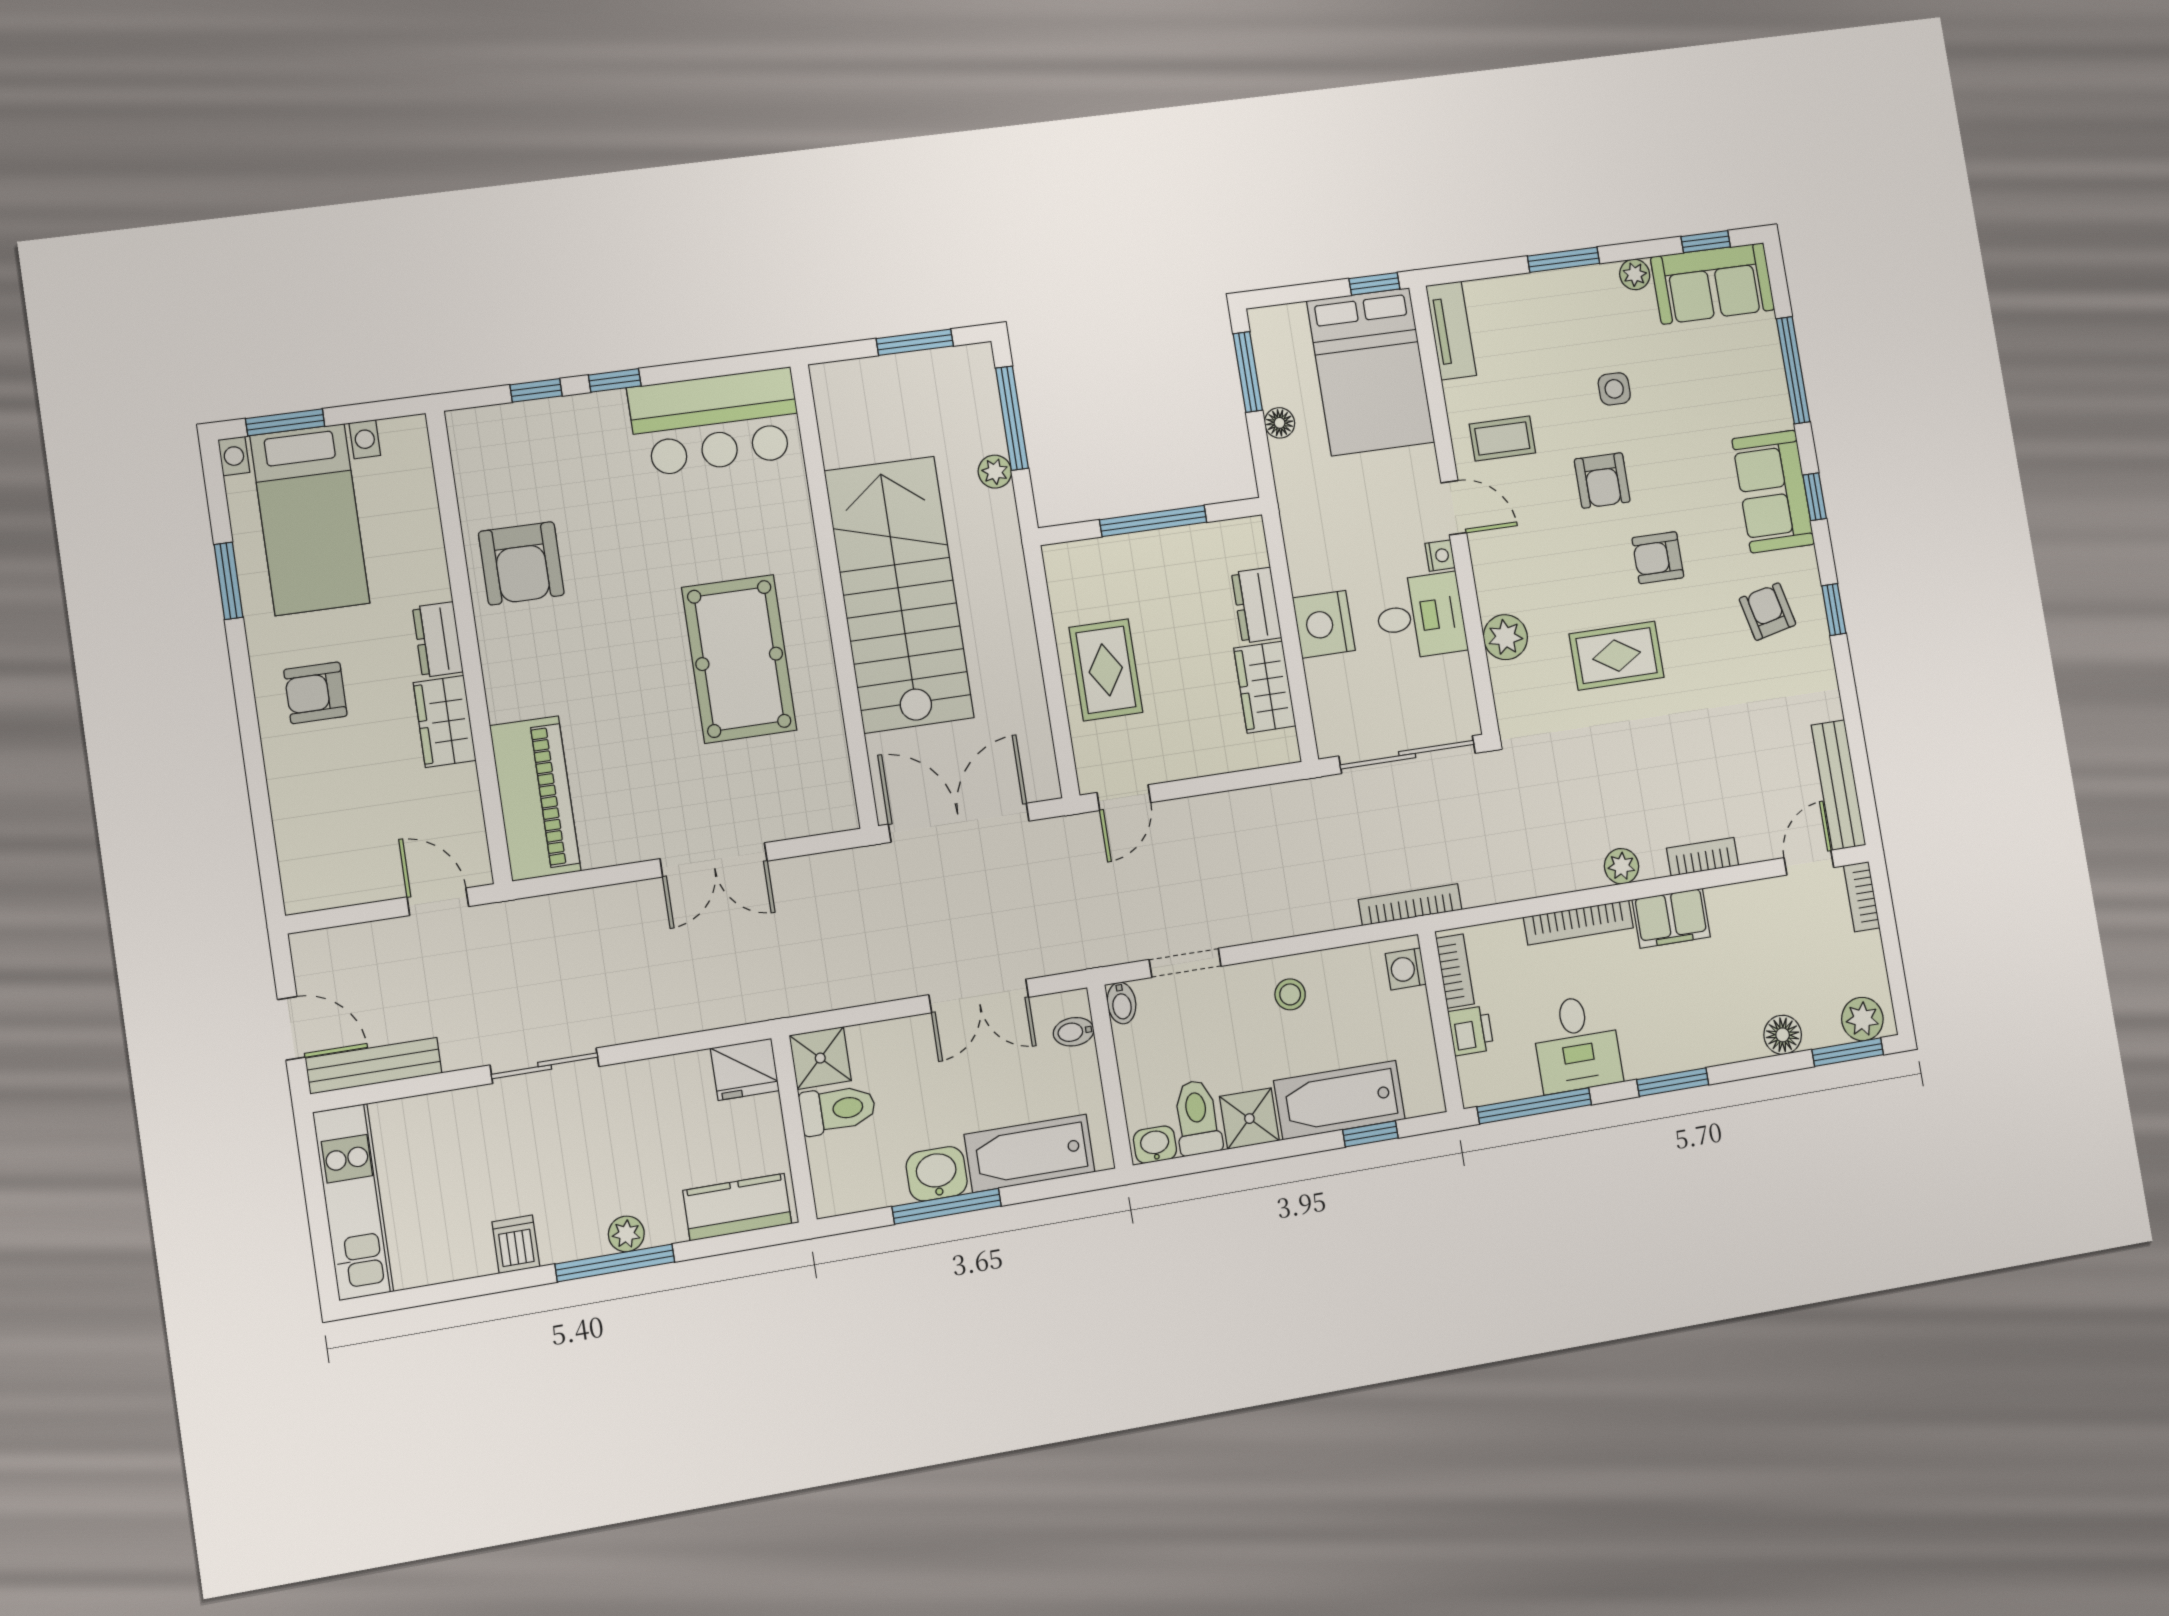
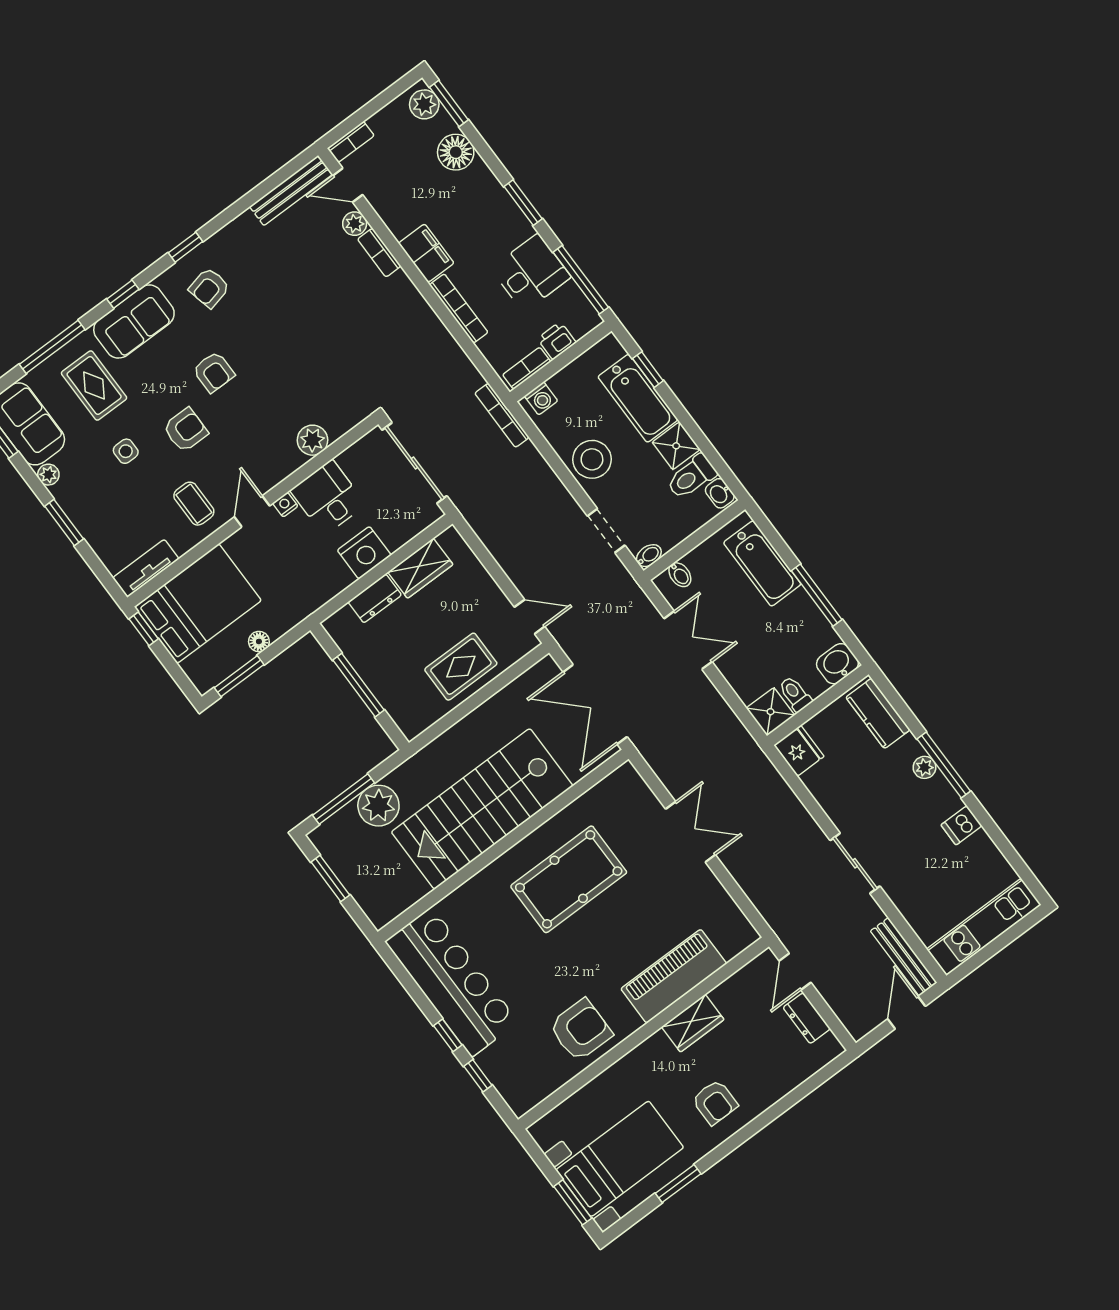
bar counter: (715, 422) -> (452, 982), width x1.36
plant: (995, 472) -> (378, 806), width x1.87, depth x1.87
dresser: (438, 640) -> (807, 1018), moved, turned 90
rug: (1617, 656) -> (94, 385), moved
piano: (535, 798) -> (674, 976), moved
plant: (1621, 866) -> (355, 224), moved
stool: (1290, 994) -> (592, 459), width x1.89, depth x1.89
floor lamp: (1783, 1035) -> (456, 152), width x1.38, depth x1.38
toilet: (838, 1109) -> (795, 694), width x0.73, depth x0.72
washbasin: (937, 1174) -> (837, 664), moved, turned 90

